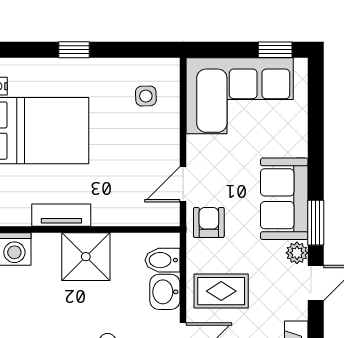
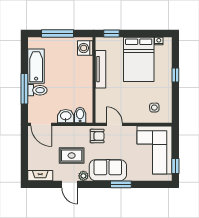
tv unit: (61, 215) -> (100, 69), width x1.41
window: (316, 223) -> (121, 184), moved
shower: (86, 257) -> (82, 80), removed
rug: (221, 291) -> (72, 156), moved, turned 90

